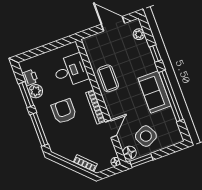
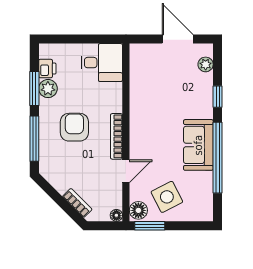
desk: (71, 71) -> (102, 63), moved
coffee table: (108, 78) -> (146, 106), removed

